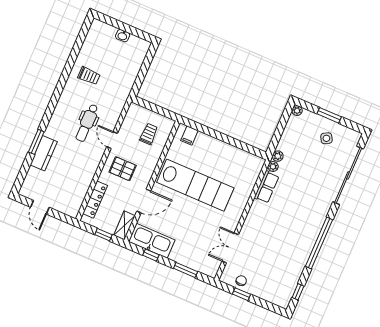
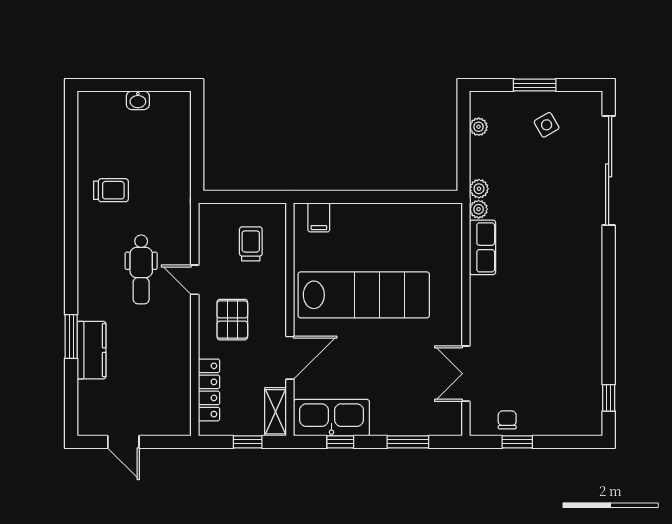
plant: (297, 111) -> (479, 127), moved
pallet: (123, 169) -> (232, 320), turned 90
window: (319, 243) -> (609, 303), removed

